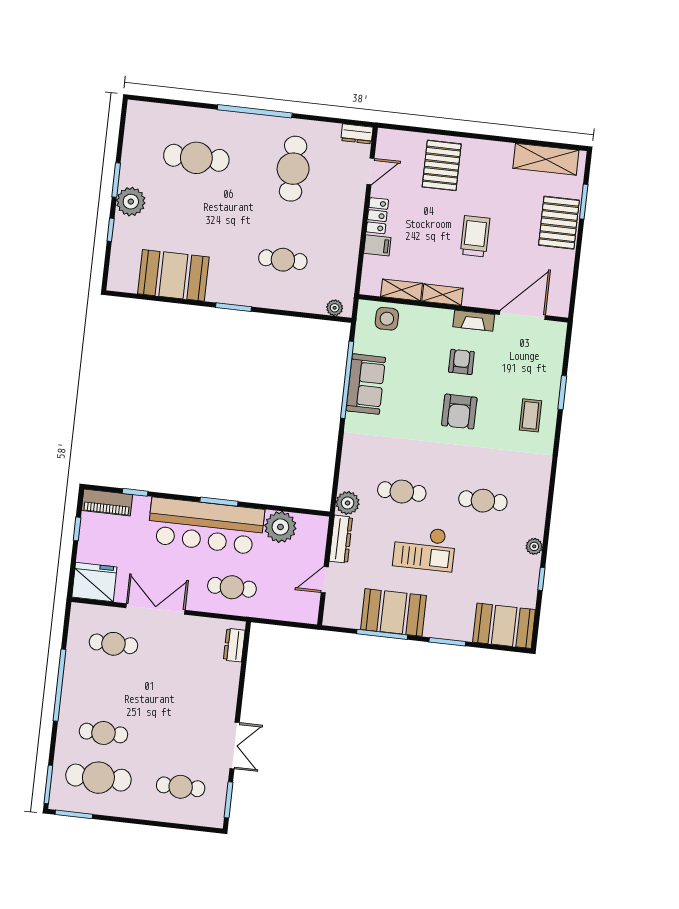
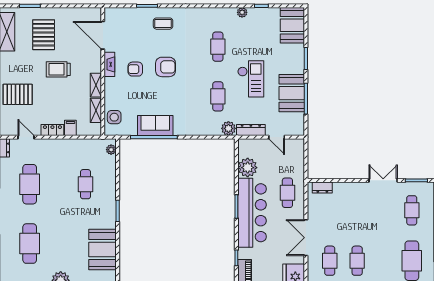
cafe table: (293, 169) -> (30, 184), turned 90
pallet: (559, 223) -> (44, 35), moved, turned 90
cafe table: (103, 733) -> (357, 261), moved

